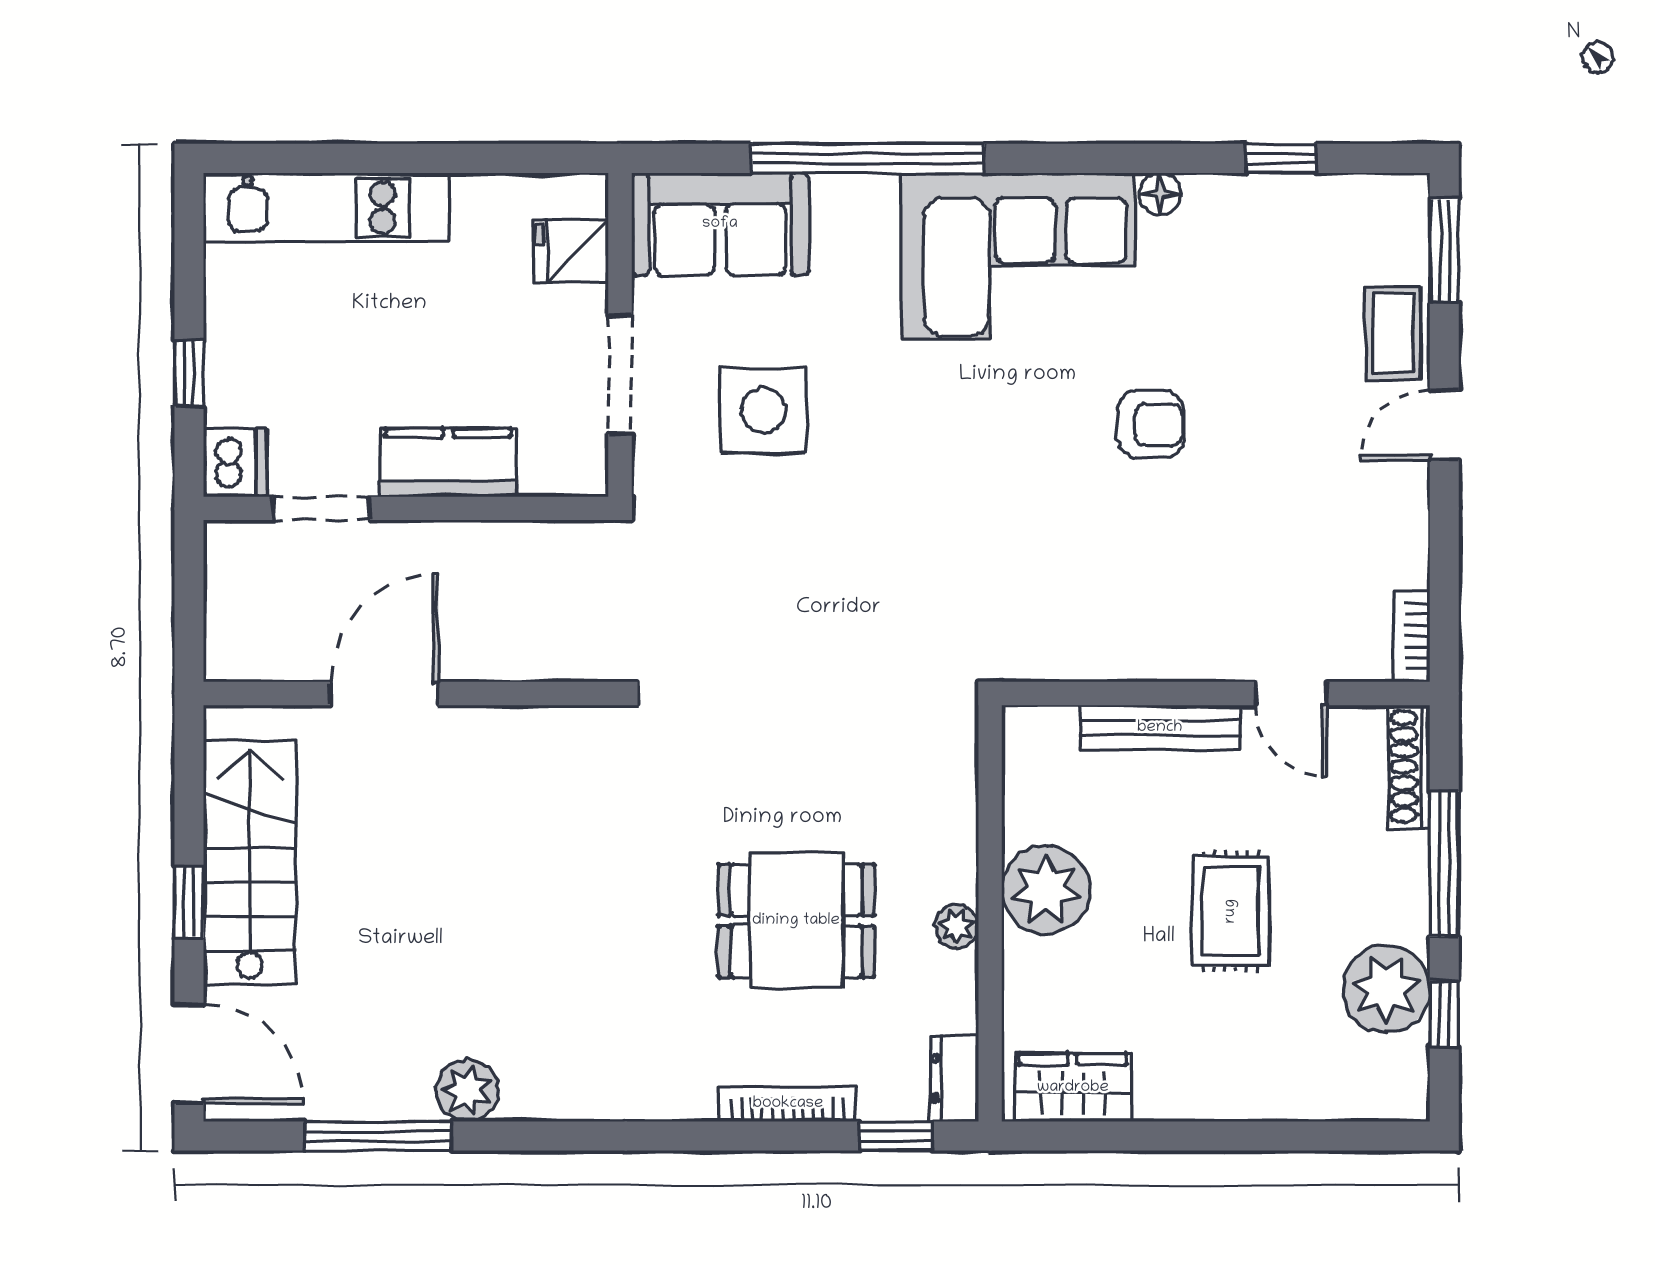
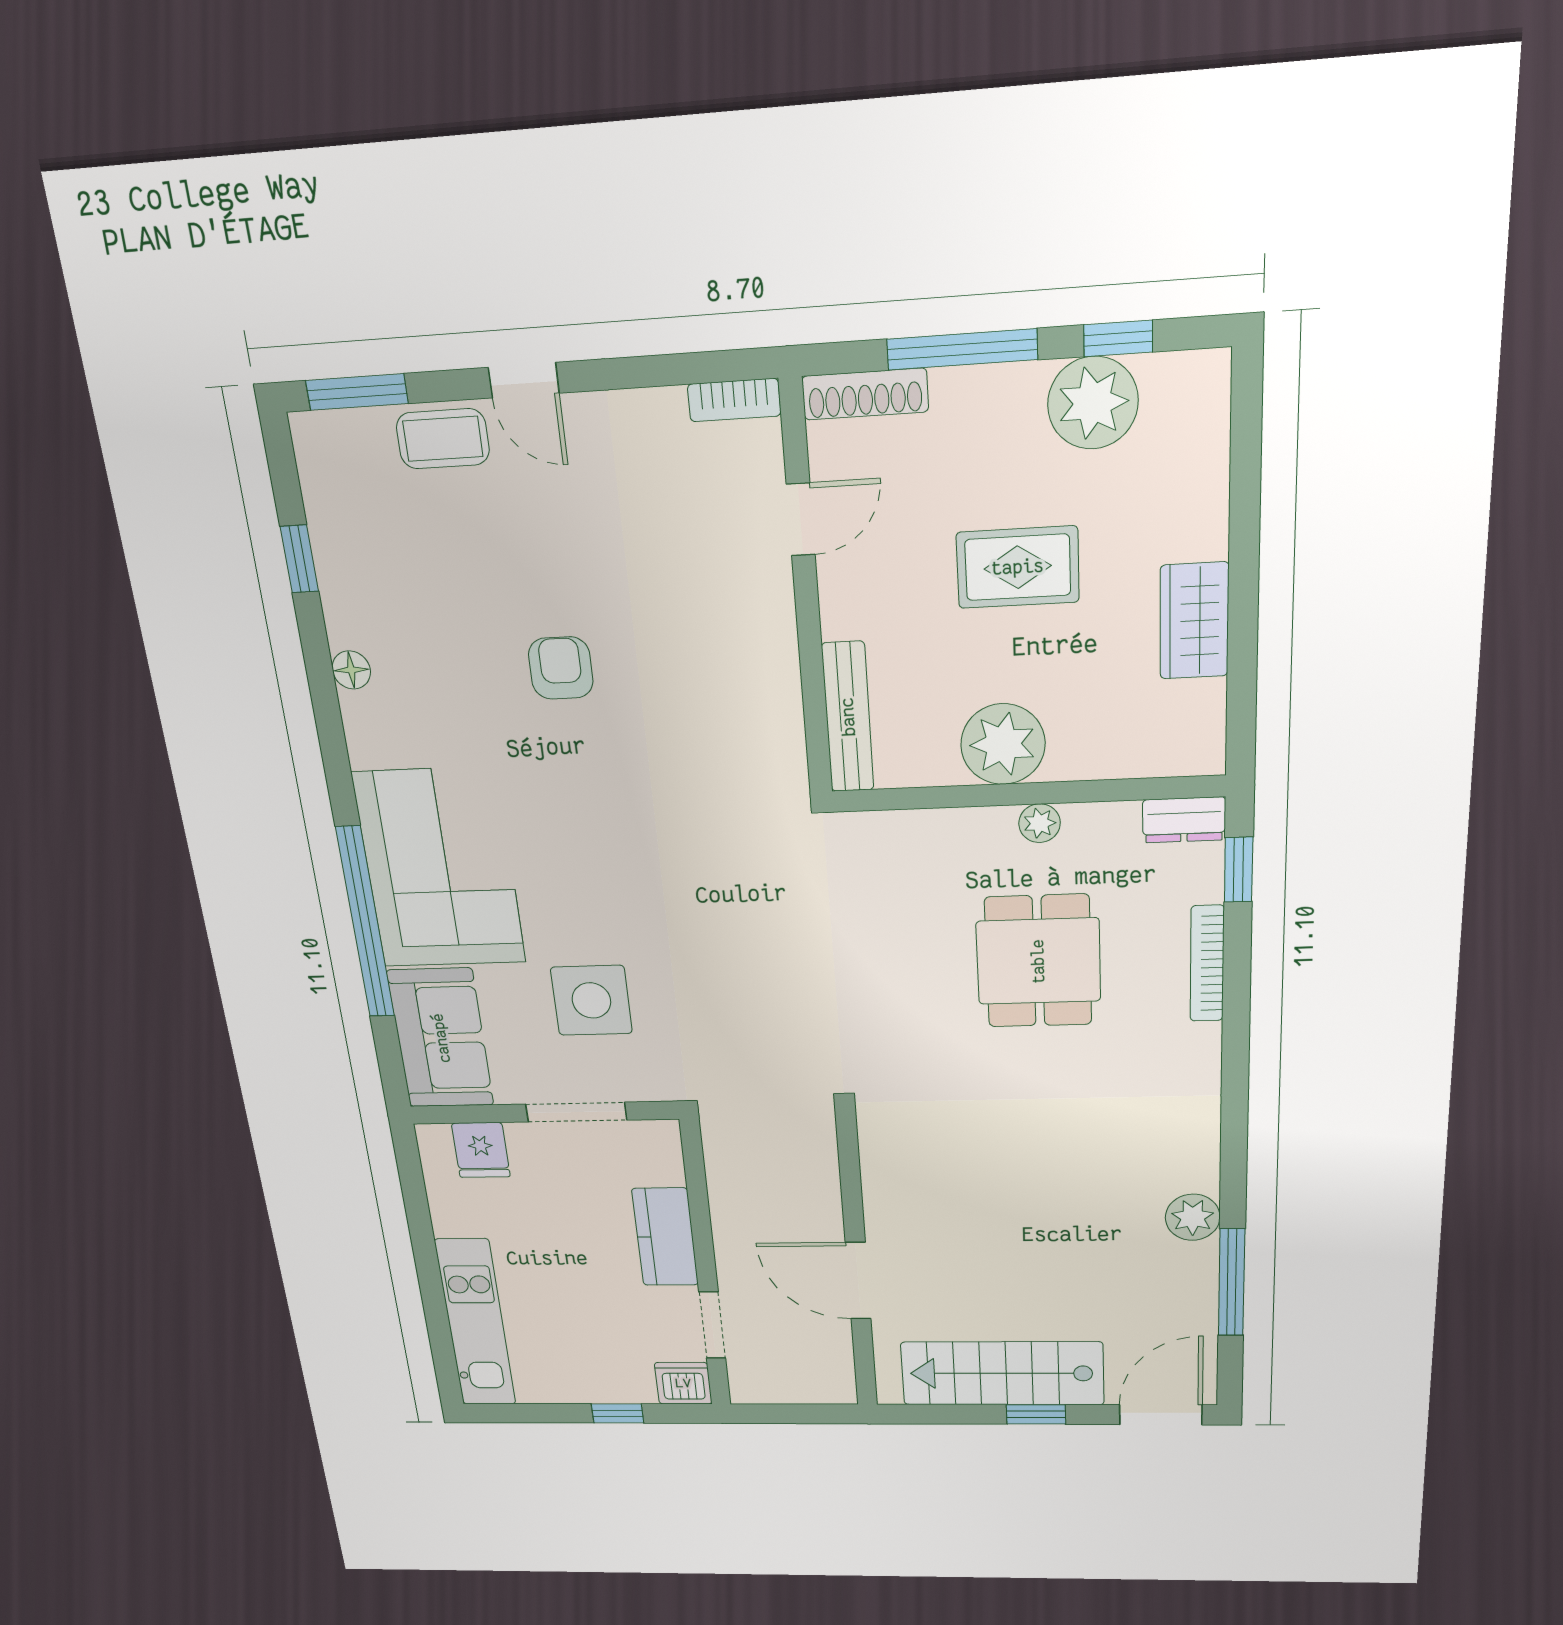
corner sofa: (1018, 256) -> (440, 868), moved
bench: (1160, 728) -> (848, 717), moved
wardrobe: (1073, 1088) -> (1194, 621), moved

